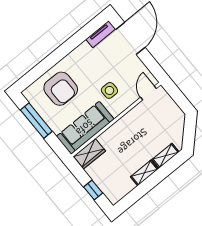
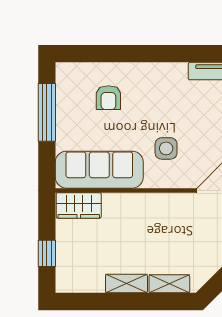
armchair: (61, 89) -> (108, 98), width x0.53, depth x0.53

